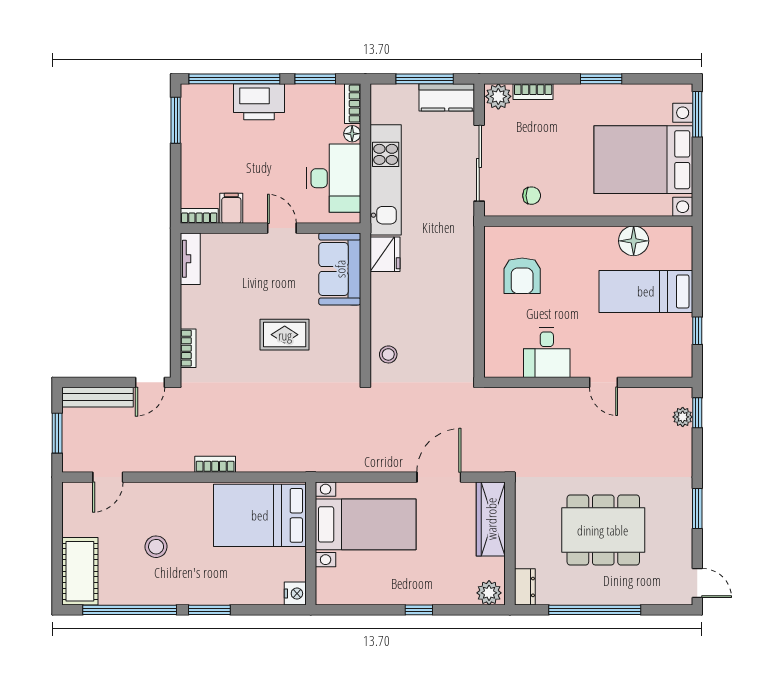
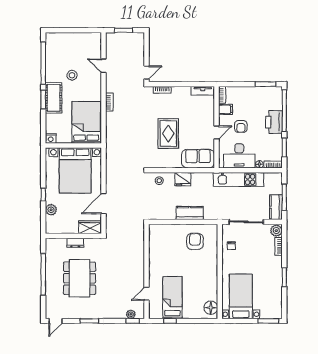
bed with nightstands: (643, 160) -> (241, 296), width x0.73
armchair: (269, 175) -> (241, 126), added
floor lamp: (634, 241) -> (211, 308), moved
fridge: (385, 254) -> (183, 179), moved
armchair: (522, 276) -> (195, 241), turned 90
kitchen counter: (460, 287) -> (190, 213), added
bed: (646, 291) -> (172, 298), moved
rug: (285, 335) -> (168, 134), width x1.36, depth x1.43
desk: (547, 353) -> (160, 253), removed
door: (150, 382) -> (147, 73), swing flipped
door: (603, 382) -> (147, 294), moved
bench: (97, 397) -> (140, 49), removed
door: (108, 477) -> (104, 66), moved
door: (439, 477) -> (104, 204), swing flipped
wardrobe: (491, 519) -> (90, 227), width x0.67
bed with nightstands: (366, 524) -> (75, 170), width x1.36
cot: (80, 571) -> (54, 98), moved, turned 90
dresser: (525, 587) -> (75, 243), moved
plant: (489, 593) -> (51, 210), moved

